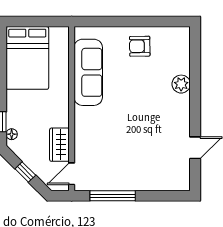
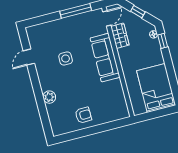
sofa: (88, 72) -> (105, 58), moved
side table: (144, 132) -> (66, 59), added

